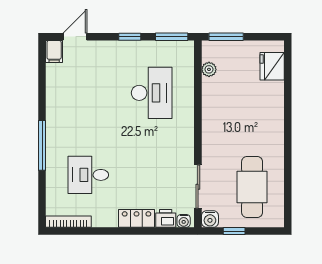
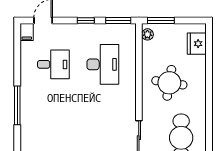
plant: (209, 69) -> (147, 34), moved
round table: (237, 117) -> (169, 83), added
desk: (88, 175) -> (53, 64), moved, turned 180

